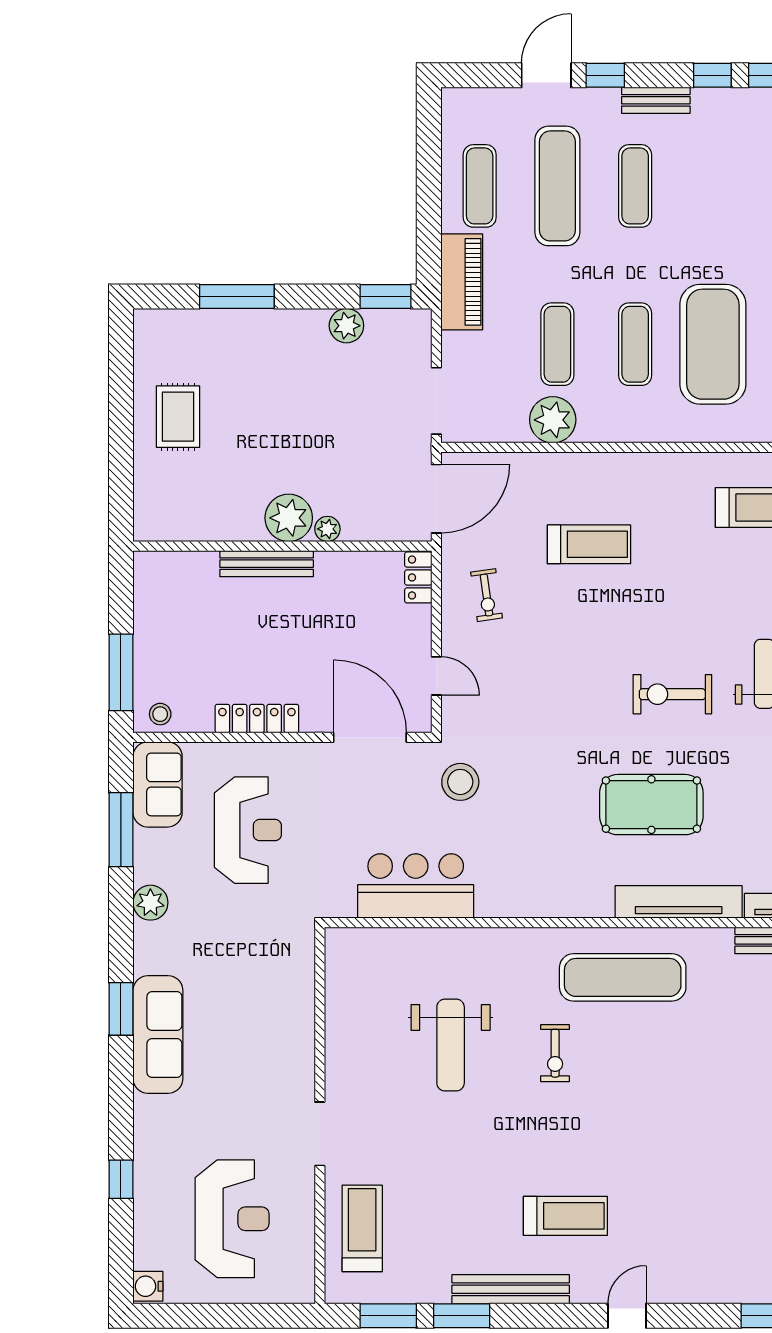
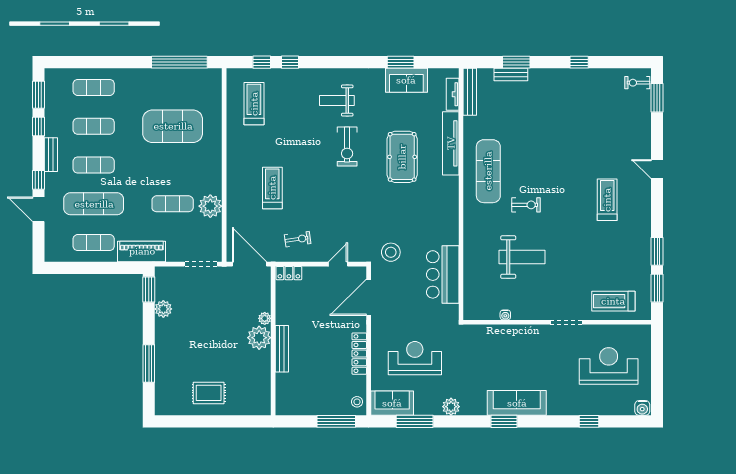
exercise mat: (635, 344) -> (94, 126), moved
water cooler: (334, 1012) -> (505, 315), added
bench: (511, 1289) -> (644, 227), removed

